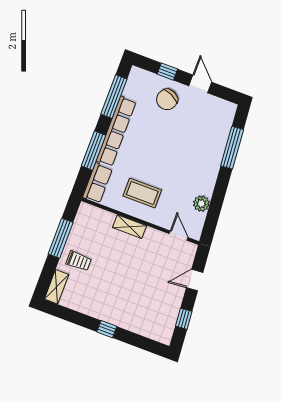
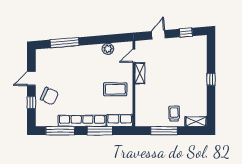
coffee table: (142, 193) -> (115, 89), turned 90
shelving: (129, 227) -> (140, 73), moved
door: (195, 280) -> (158, 35), swing flipped

